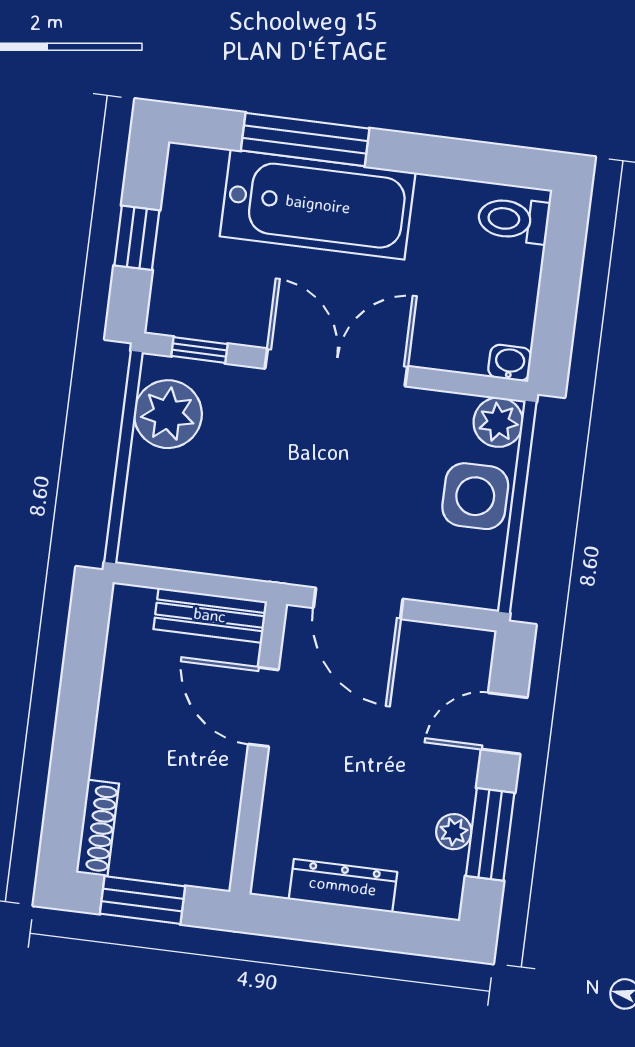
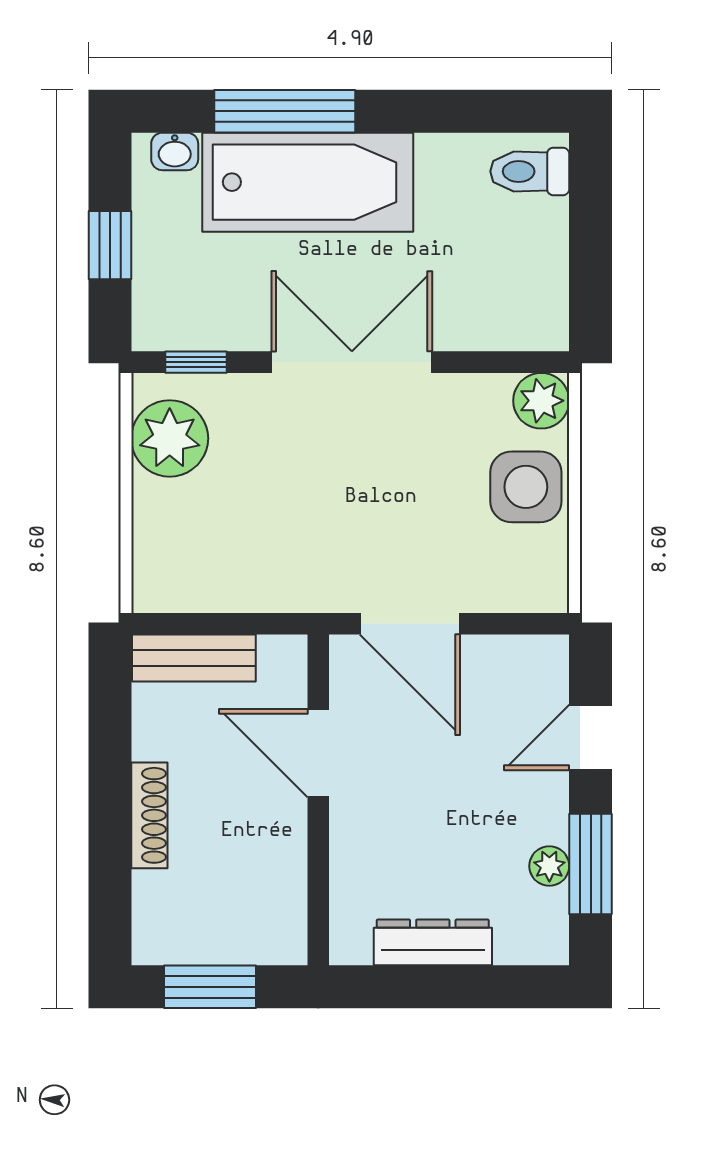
washbasin: (510, 363) -> (175, 151), moved, turned 180
bench: (210, 615) -> (194, 658), moved
shoe rack: (97, 828) -> (149, 815), moved

